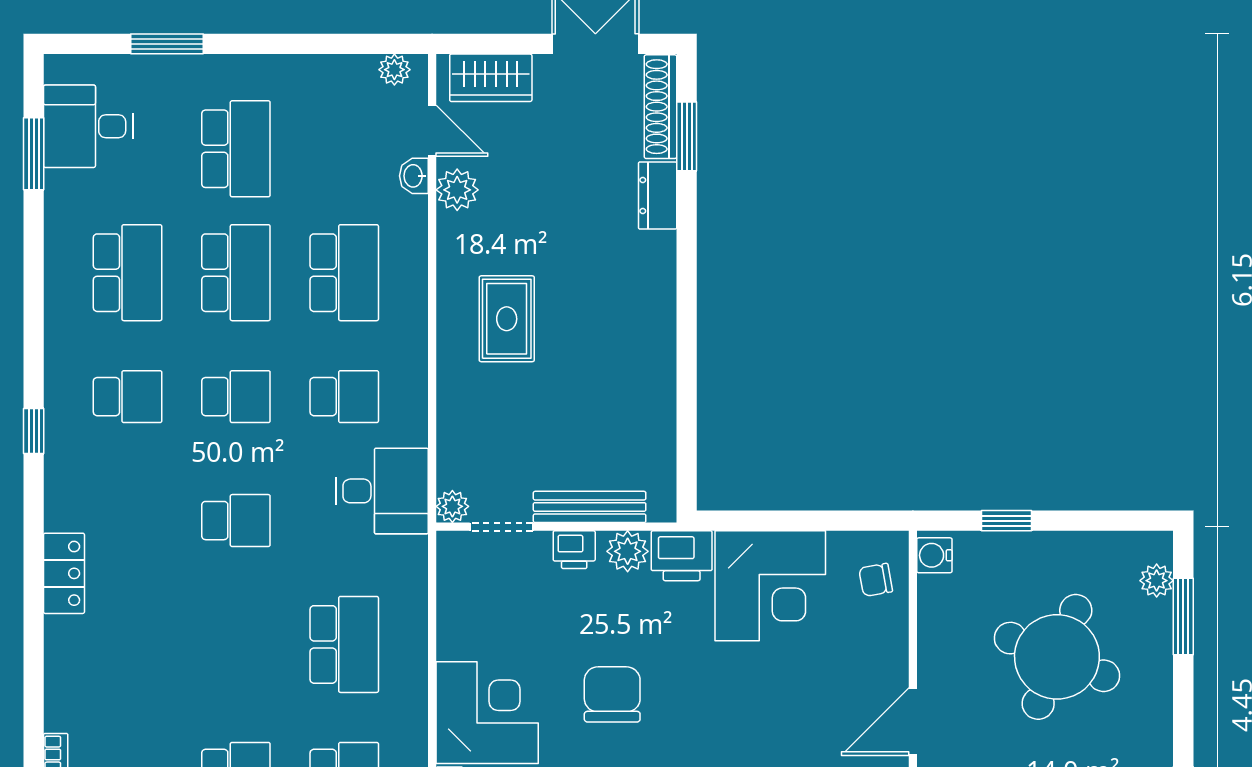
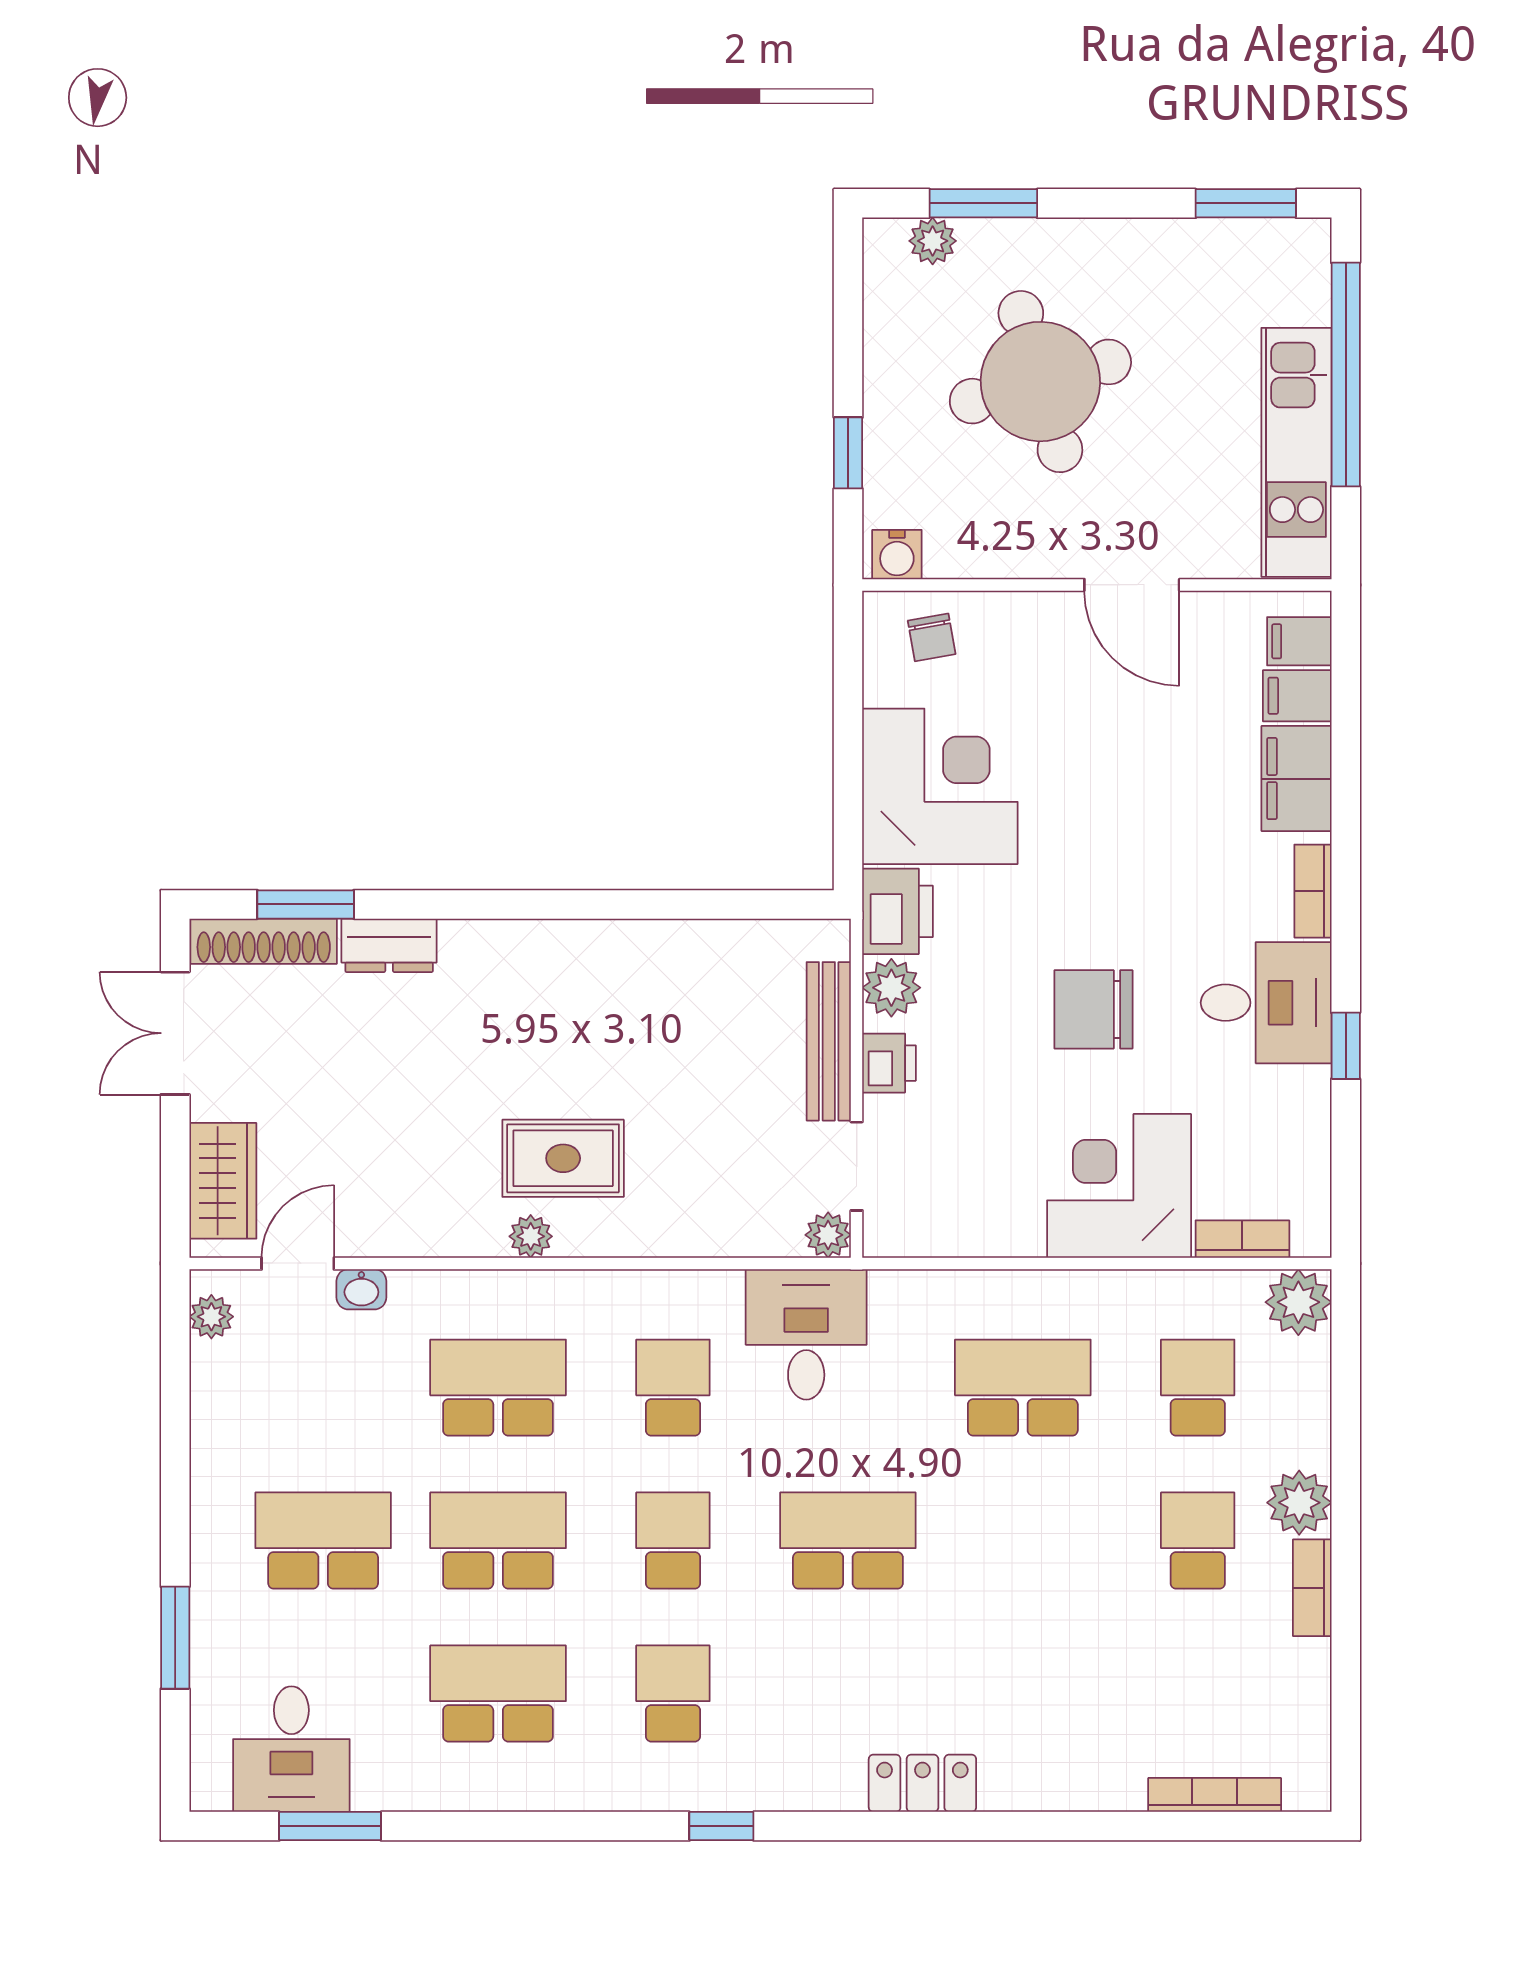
plant: (457, 190) -> (531, 1236), moved, width x0.73, depth x0.73
school desk: (236, 521) -> (848, 1541), width x1.85
round table: (1057, 657) -> (1040, 382), turned -38

